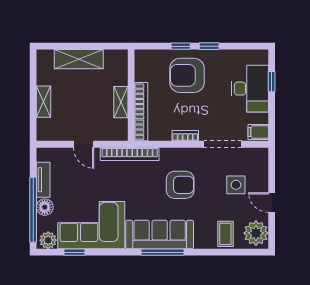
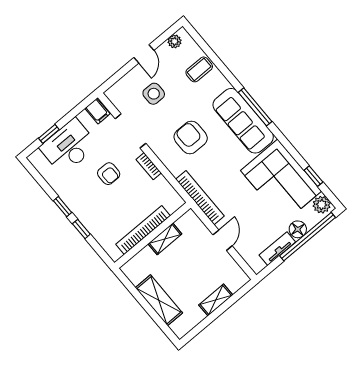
armchair: (187, 75) -> (109, 174), moved, width x0.53, depth x0.53
bookcase: (141, 112) -> (143, 230), moved
plant: (256, 233) -> (175, 41), width x0.53, depth x0.53

